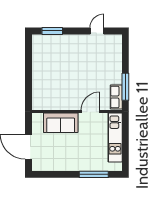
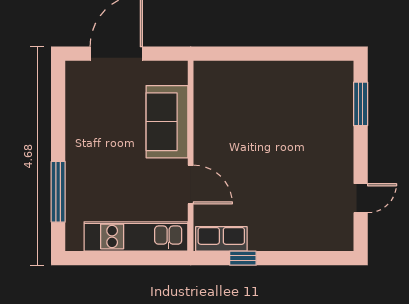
door: (97, 31) -> (361, 198), hinge flipped
window: (125, 87) -> (243, 258), width x0.46

